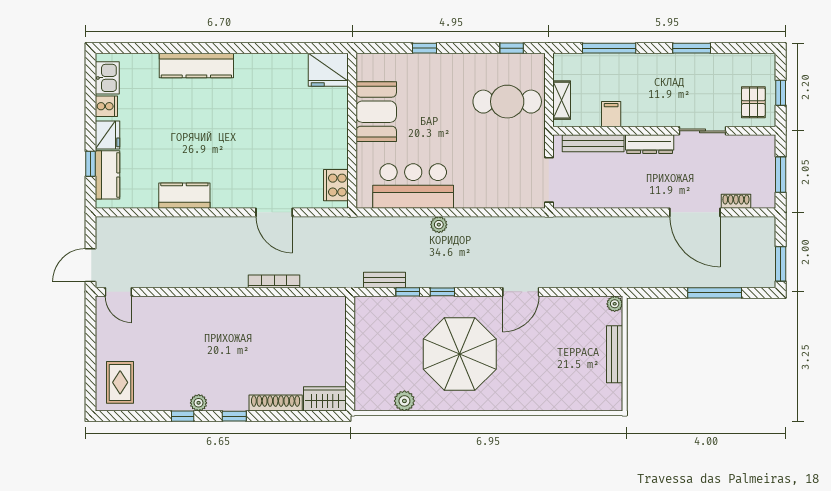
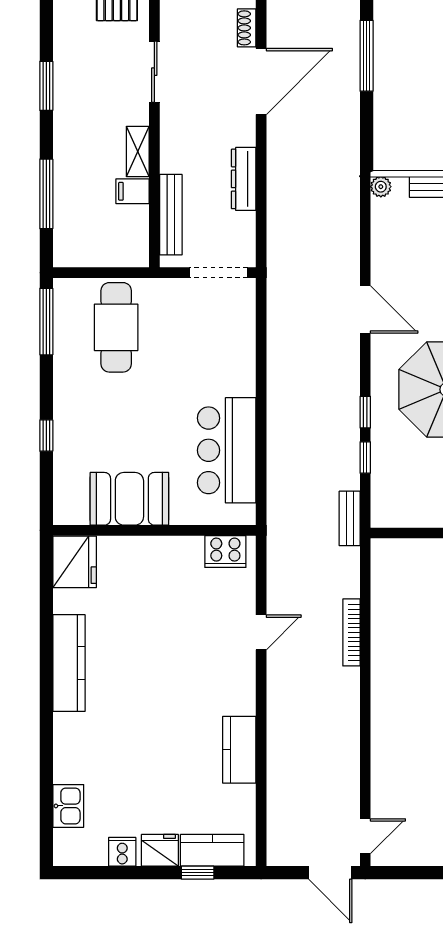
window: (512, 48) -> (46, 322), width x2.17
kitchen counter: (196, 66) -> (69, 663), moved
kitchen sink: (107, 78) -> (68, 806), moved, turned 90
shelving: (562, 100) -> (138, 151), moved, turned 90
dresser: (650, 144) -> (244, 179), moved, turned 180
door: (274, 212) -> (261, 632), width x0.73
plant: (439, 225) -> (277, 417), removed
bench: (385, 280) -> (350, 518), moved

